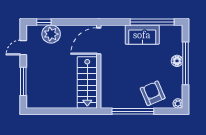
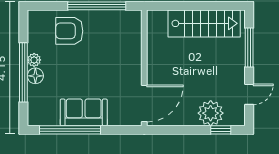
stairs: (87, 82) -> (204, 23), moved, turned 90
armchair: (153, 93) -> (69, 31), turned 113
plant: (178, 103) -> (34, 60), moved

